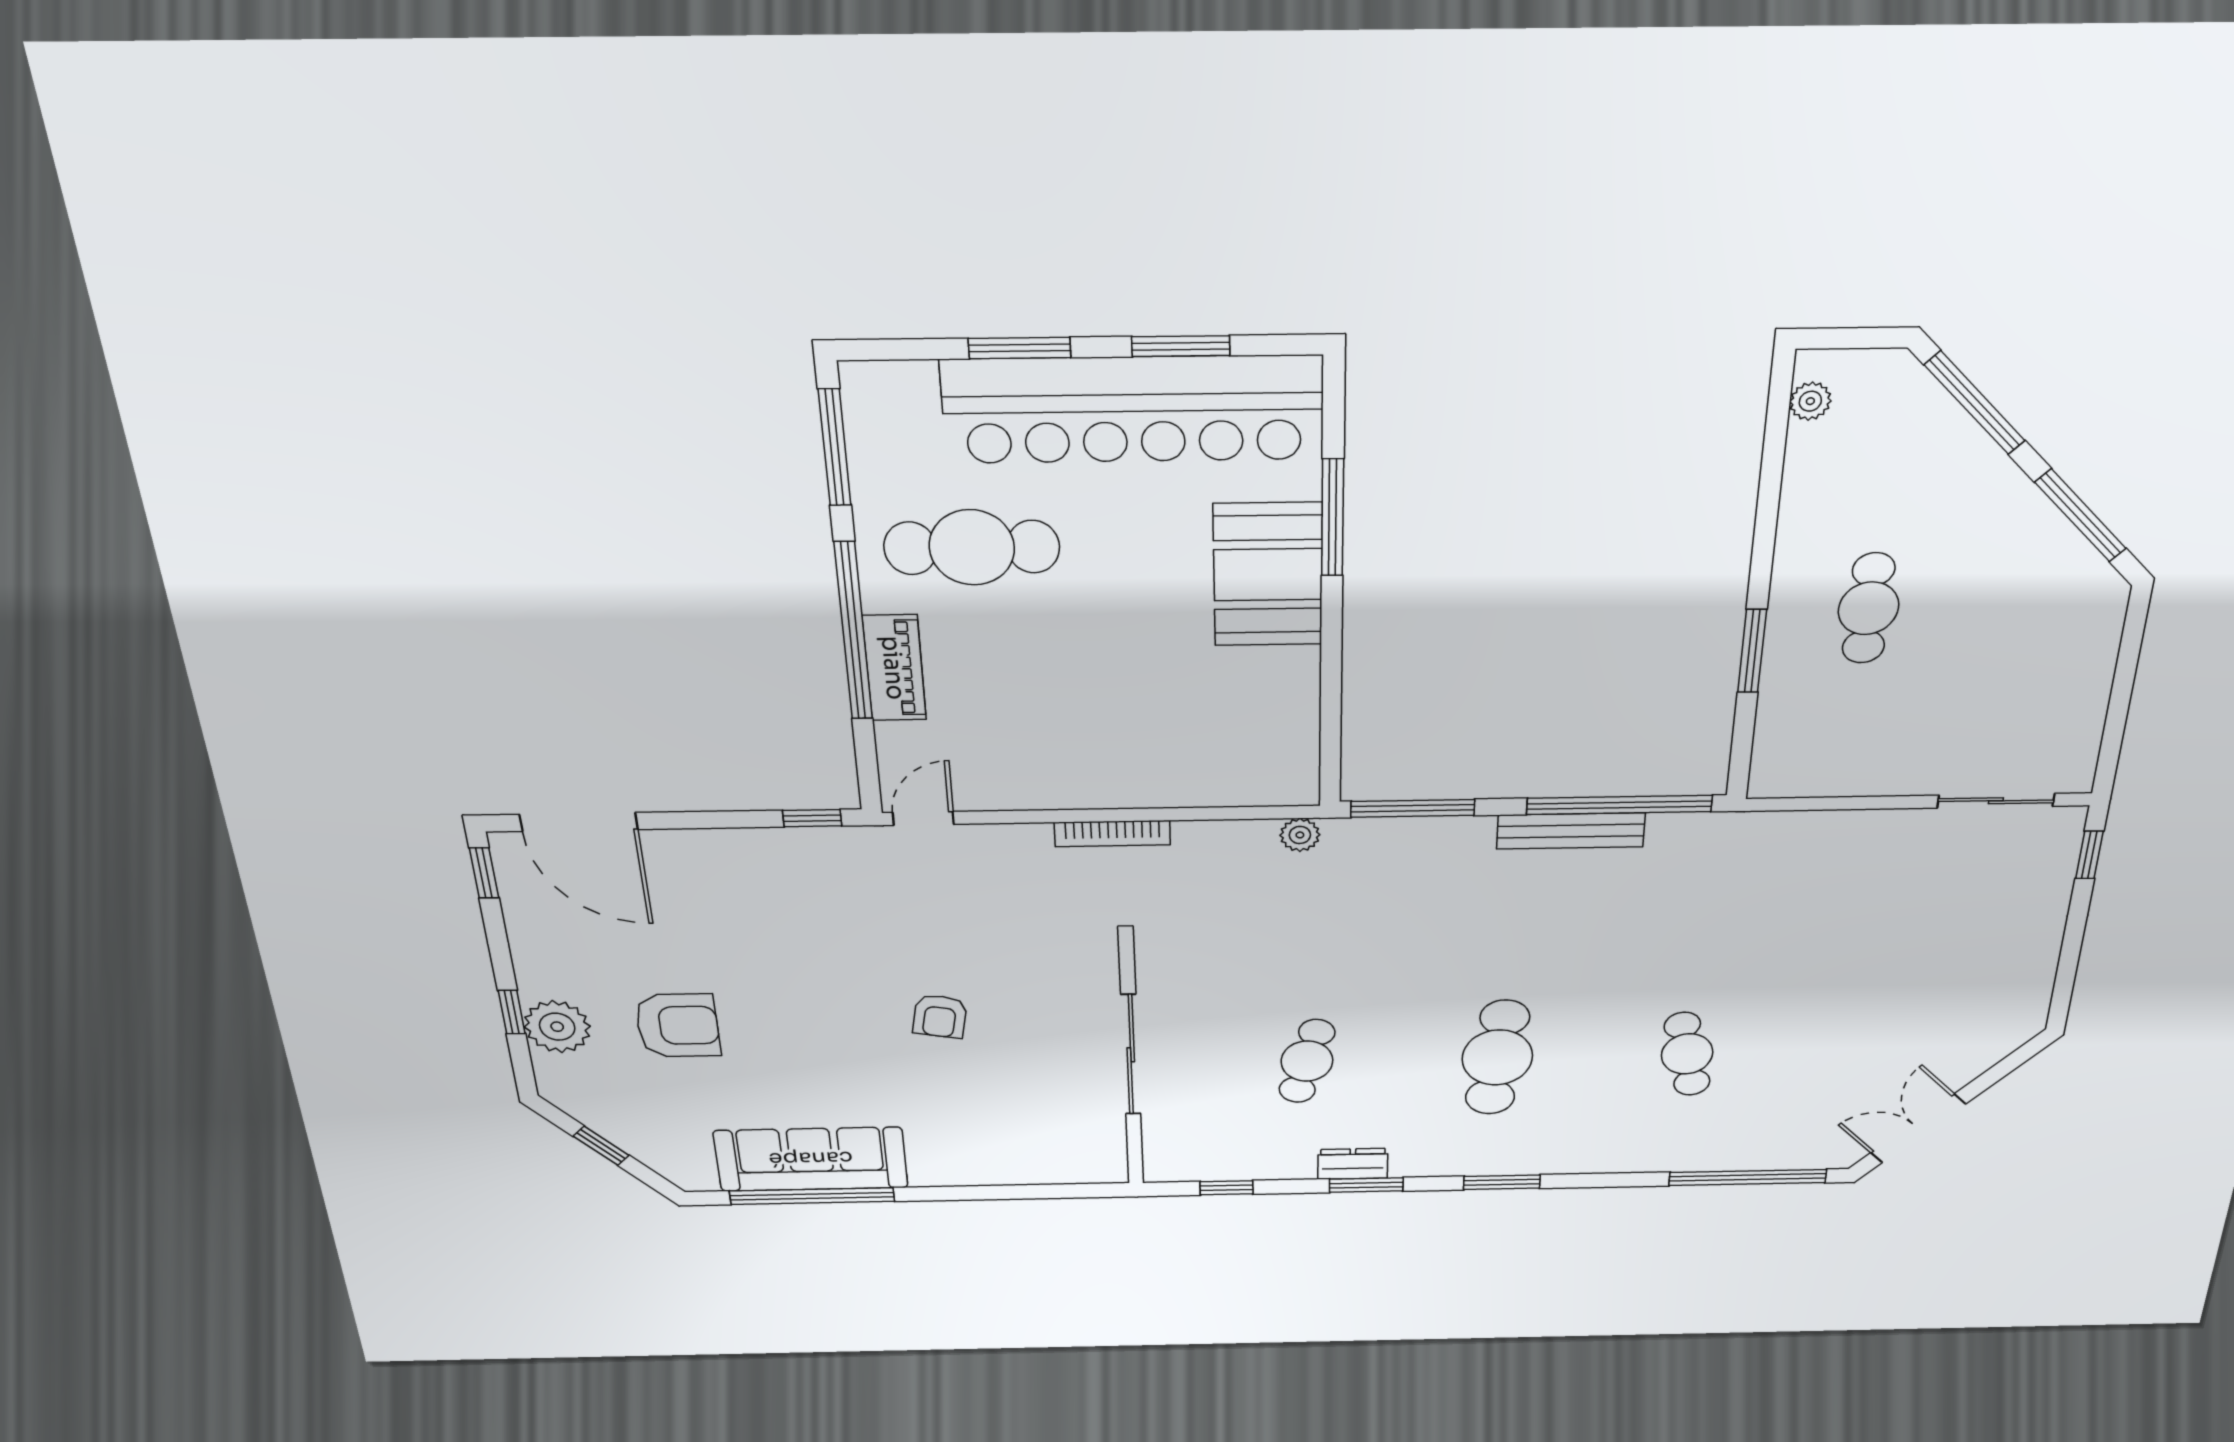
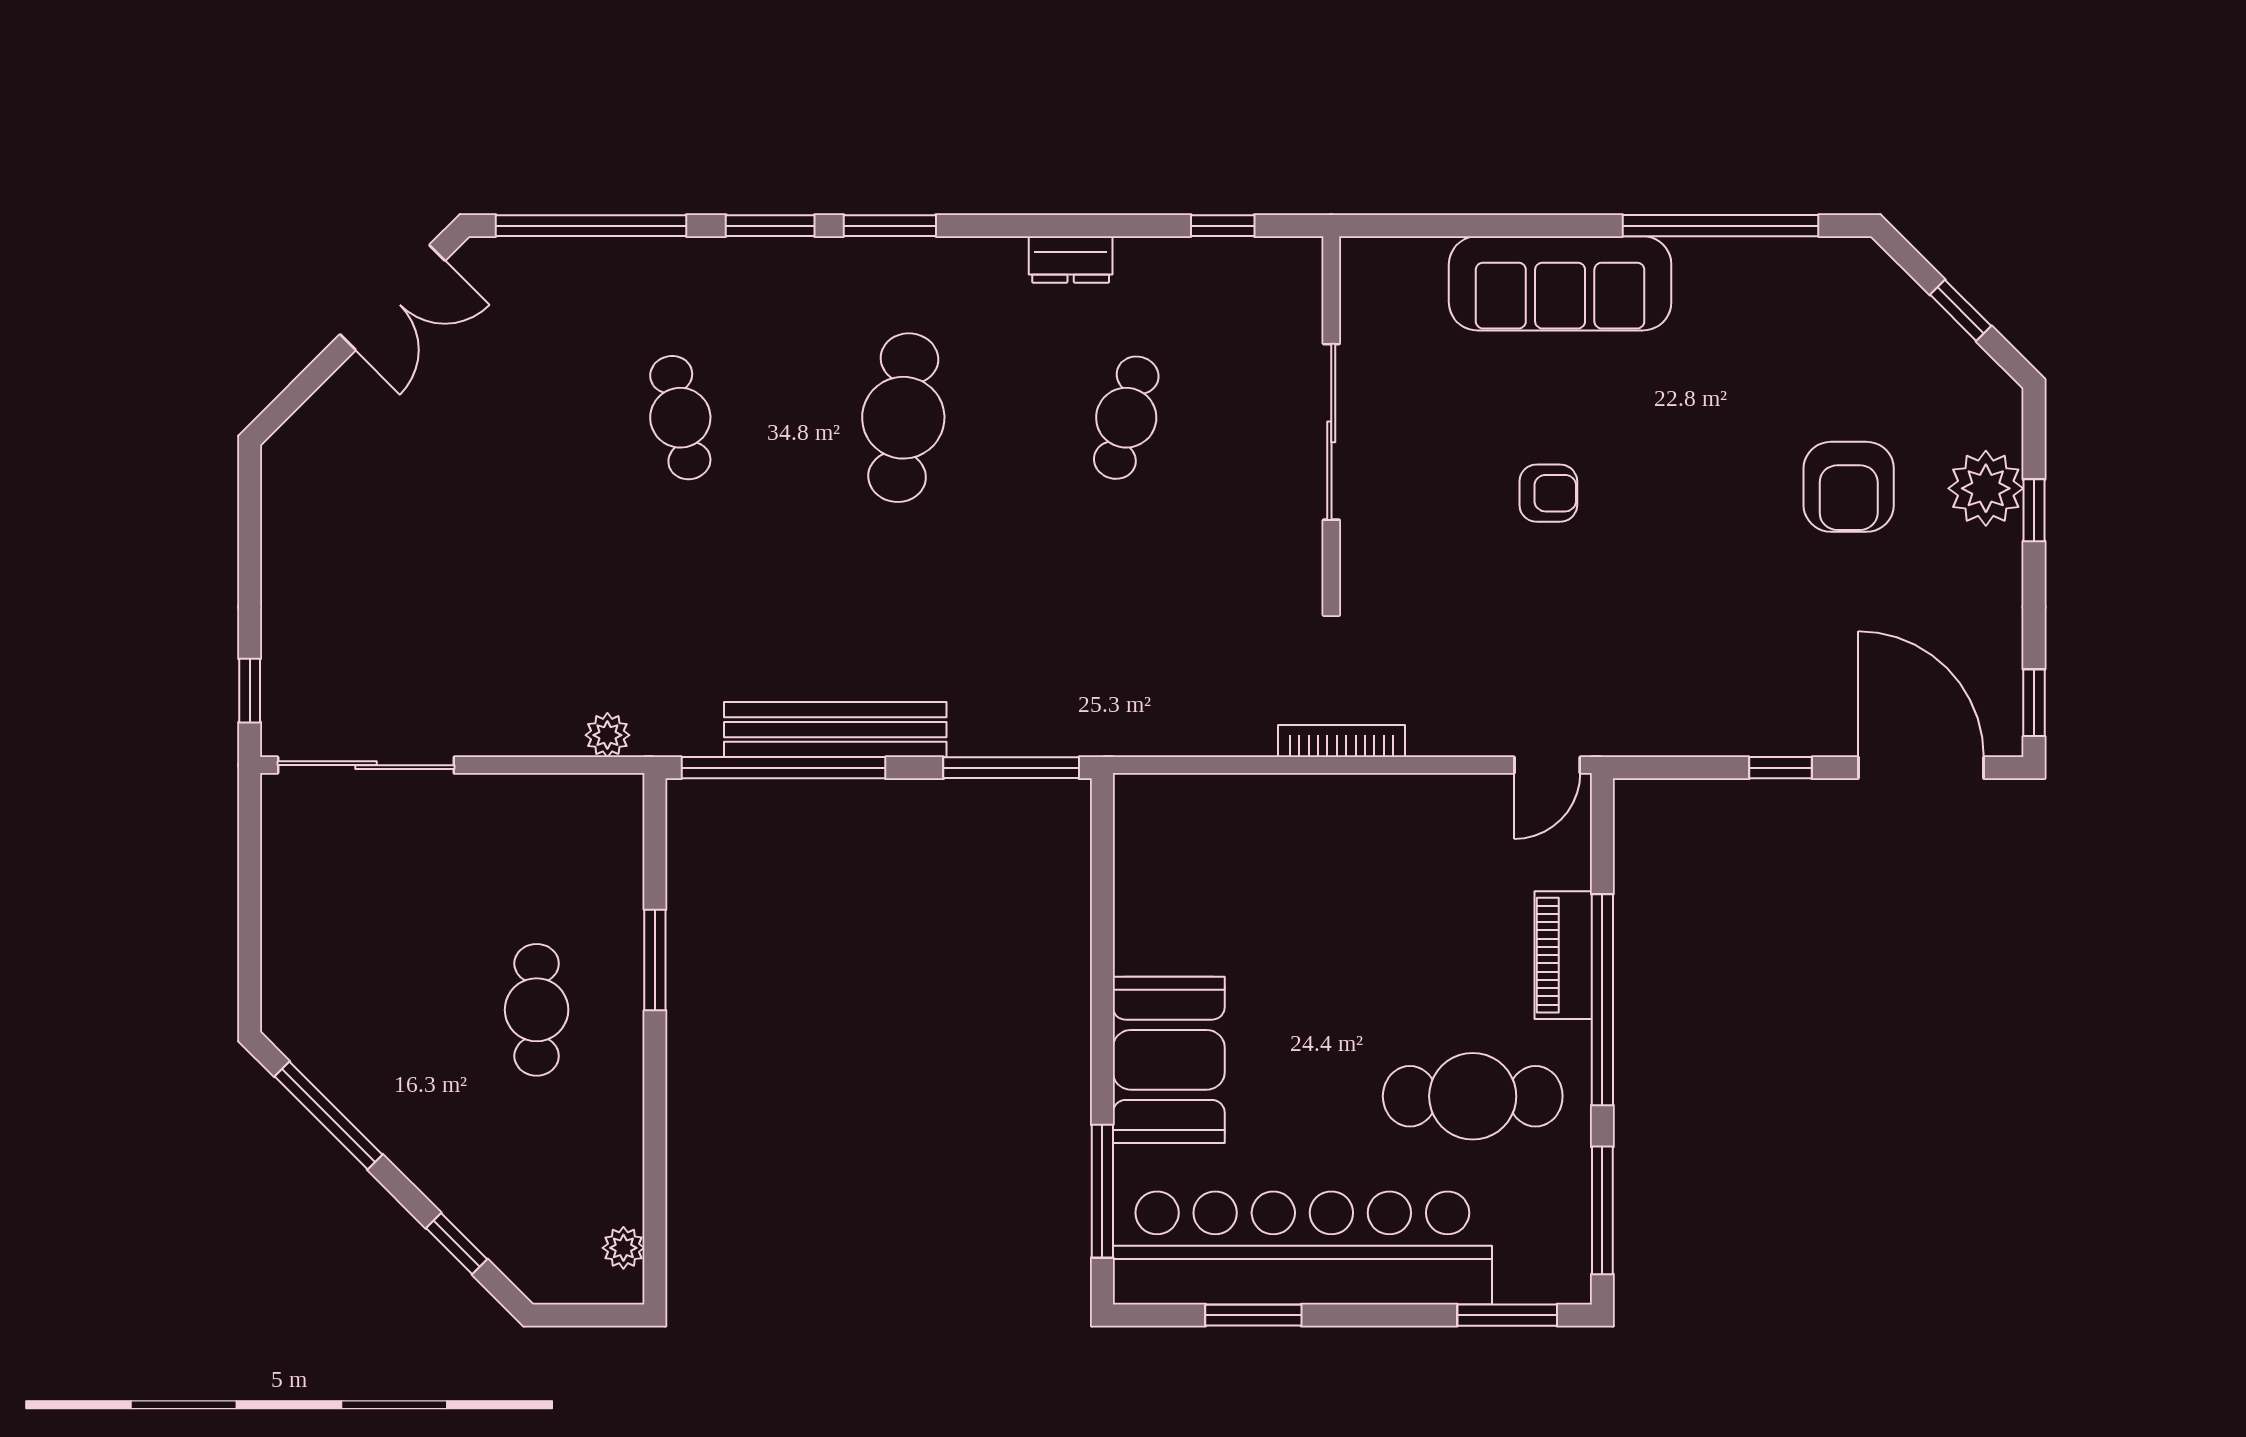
window: (1020, 348) -> (1507, 1315), moved
window: (1975, 403) -> (457, 1244), width x0.46
window: (1333, 518) -> (1102, 1191), moved
sliding door: (1996, 801) -> (366, 765), width x1.37
window: (812, 818) -> (1780, 768), moved
bench: (1571, 831) -> (835, 730), width x1.37, depth x1.21
plant: (1300, 835) -> (607, 735), moved
armchair: (940, 1016) -> (1548, 493), turned 80
armchair: (678, 1025) -> (1849, 487), turned -90
sofa: (811, 1159) -> (1560, 283), moved
window: (1366, 1185) -> (770, 226), moved

